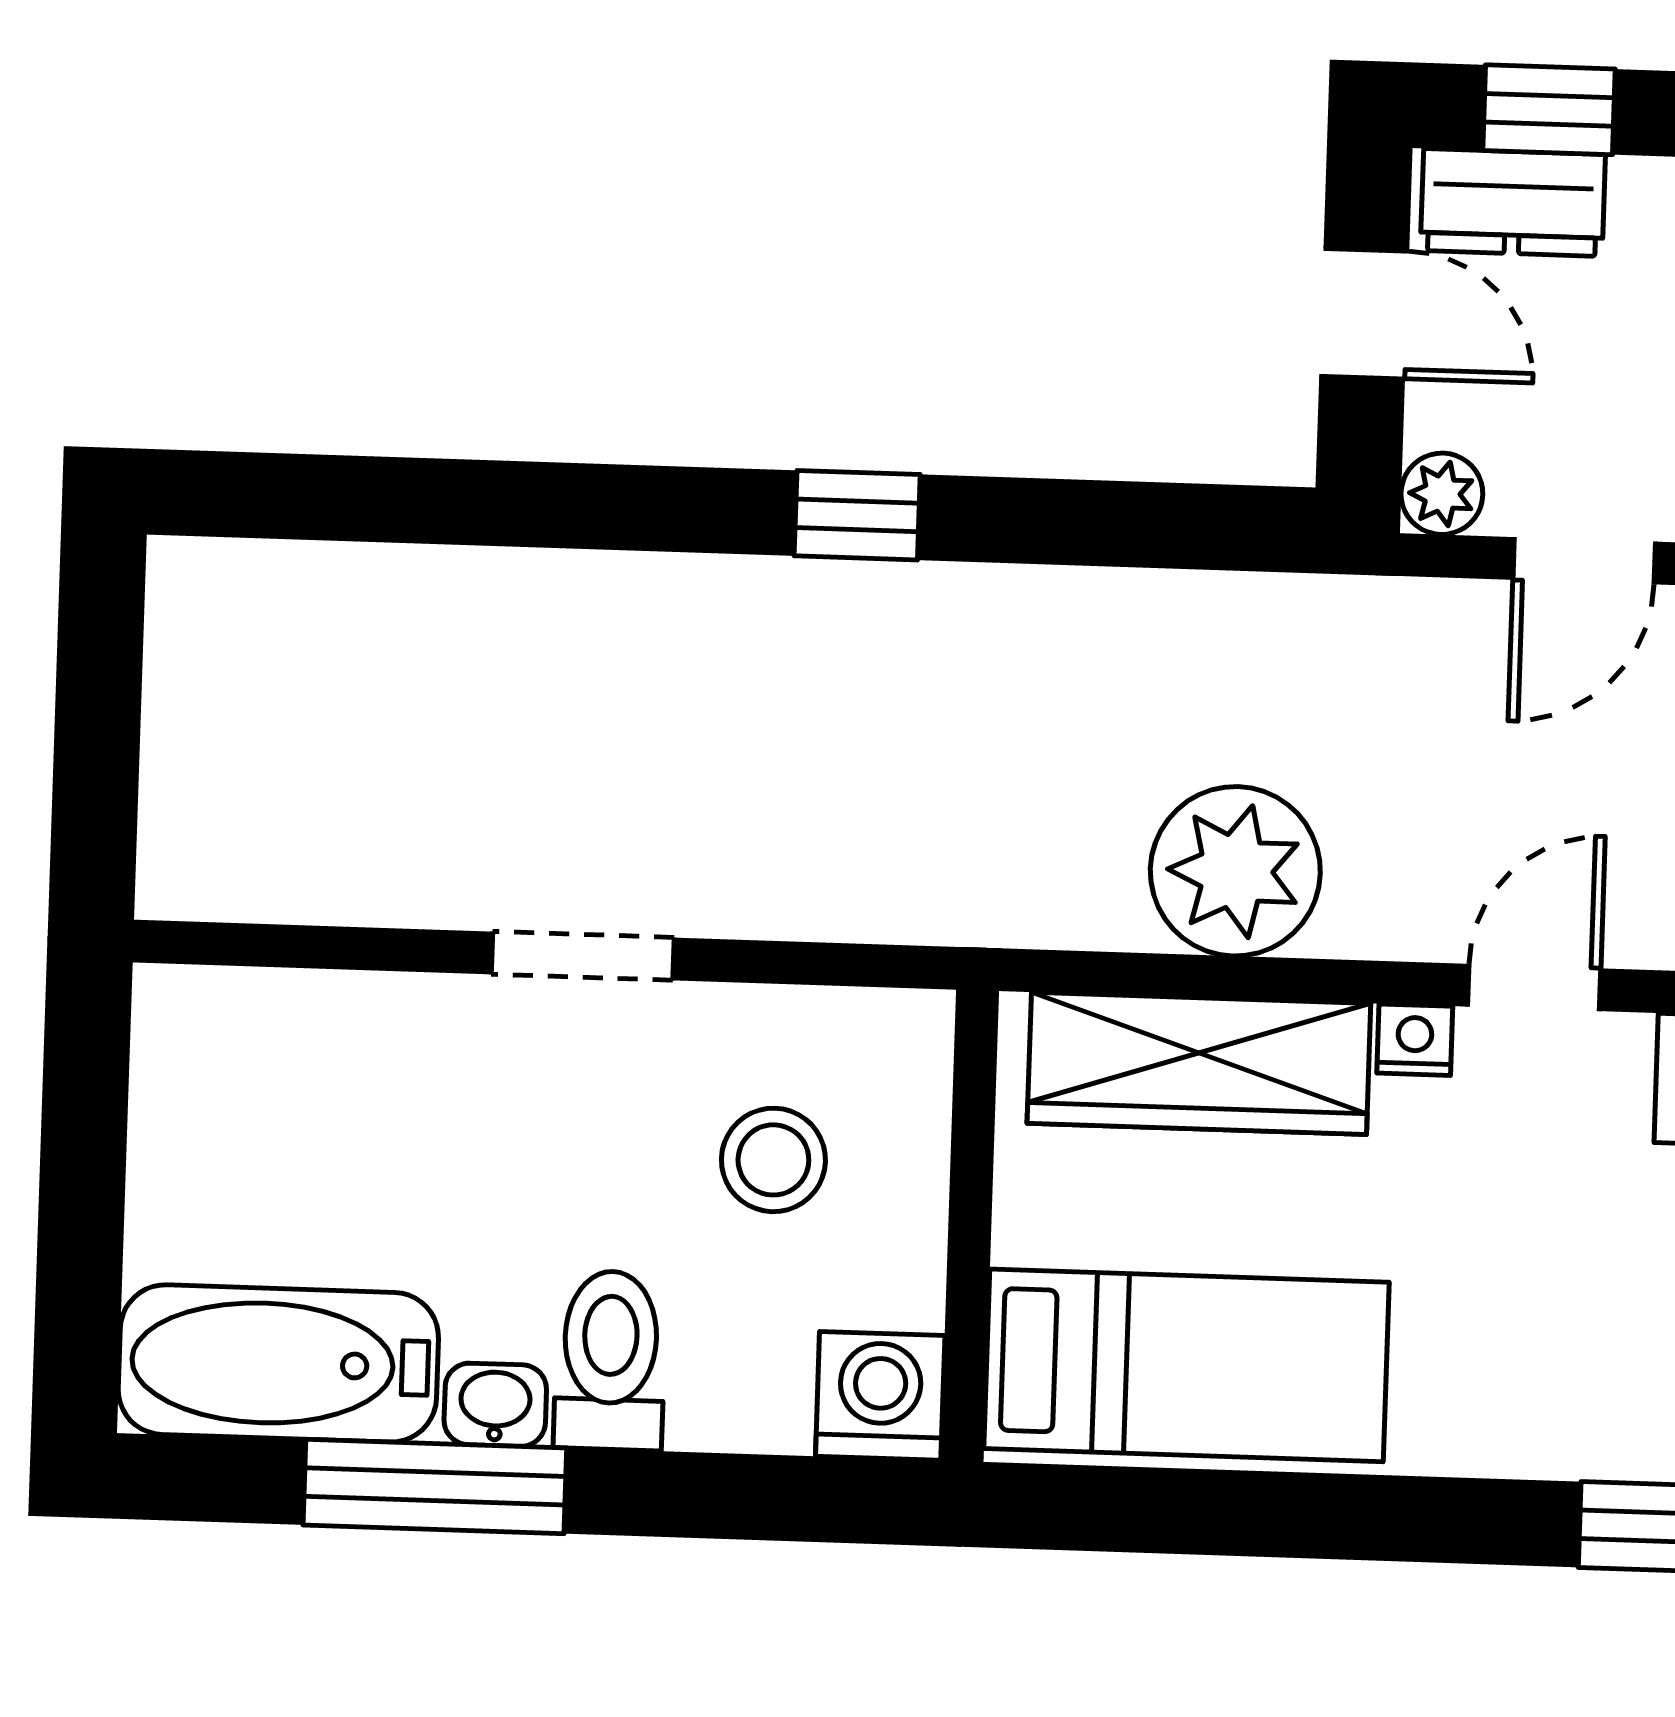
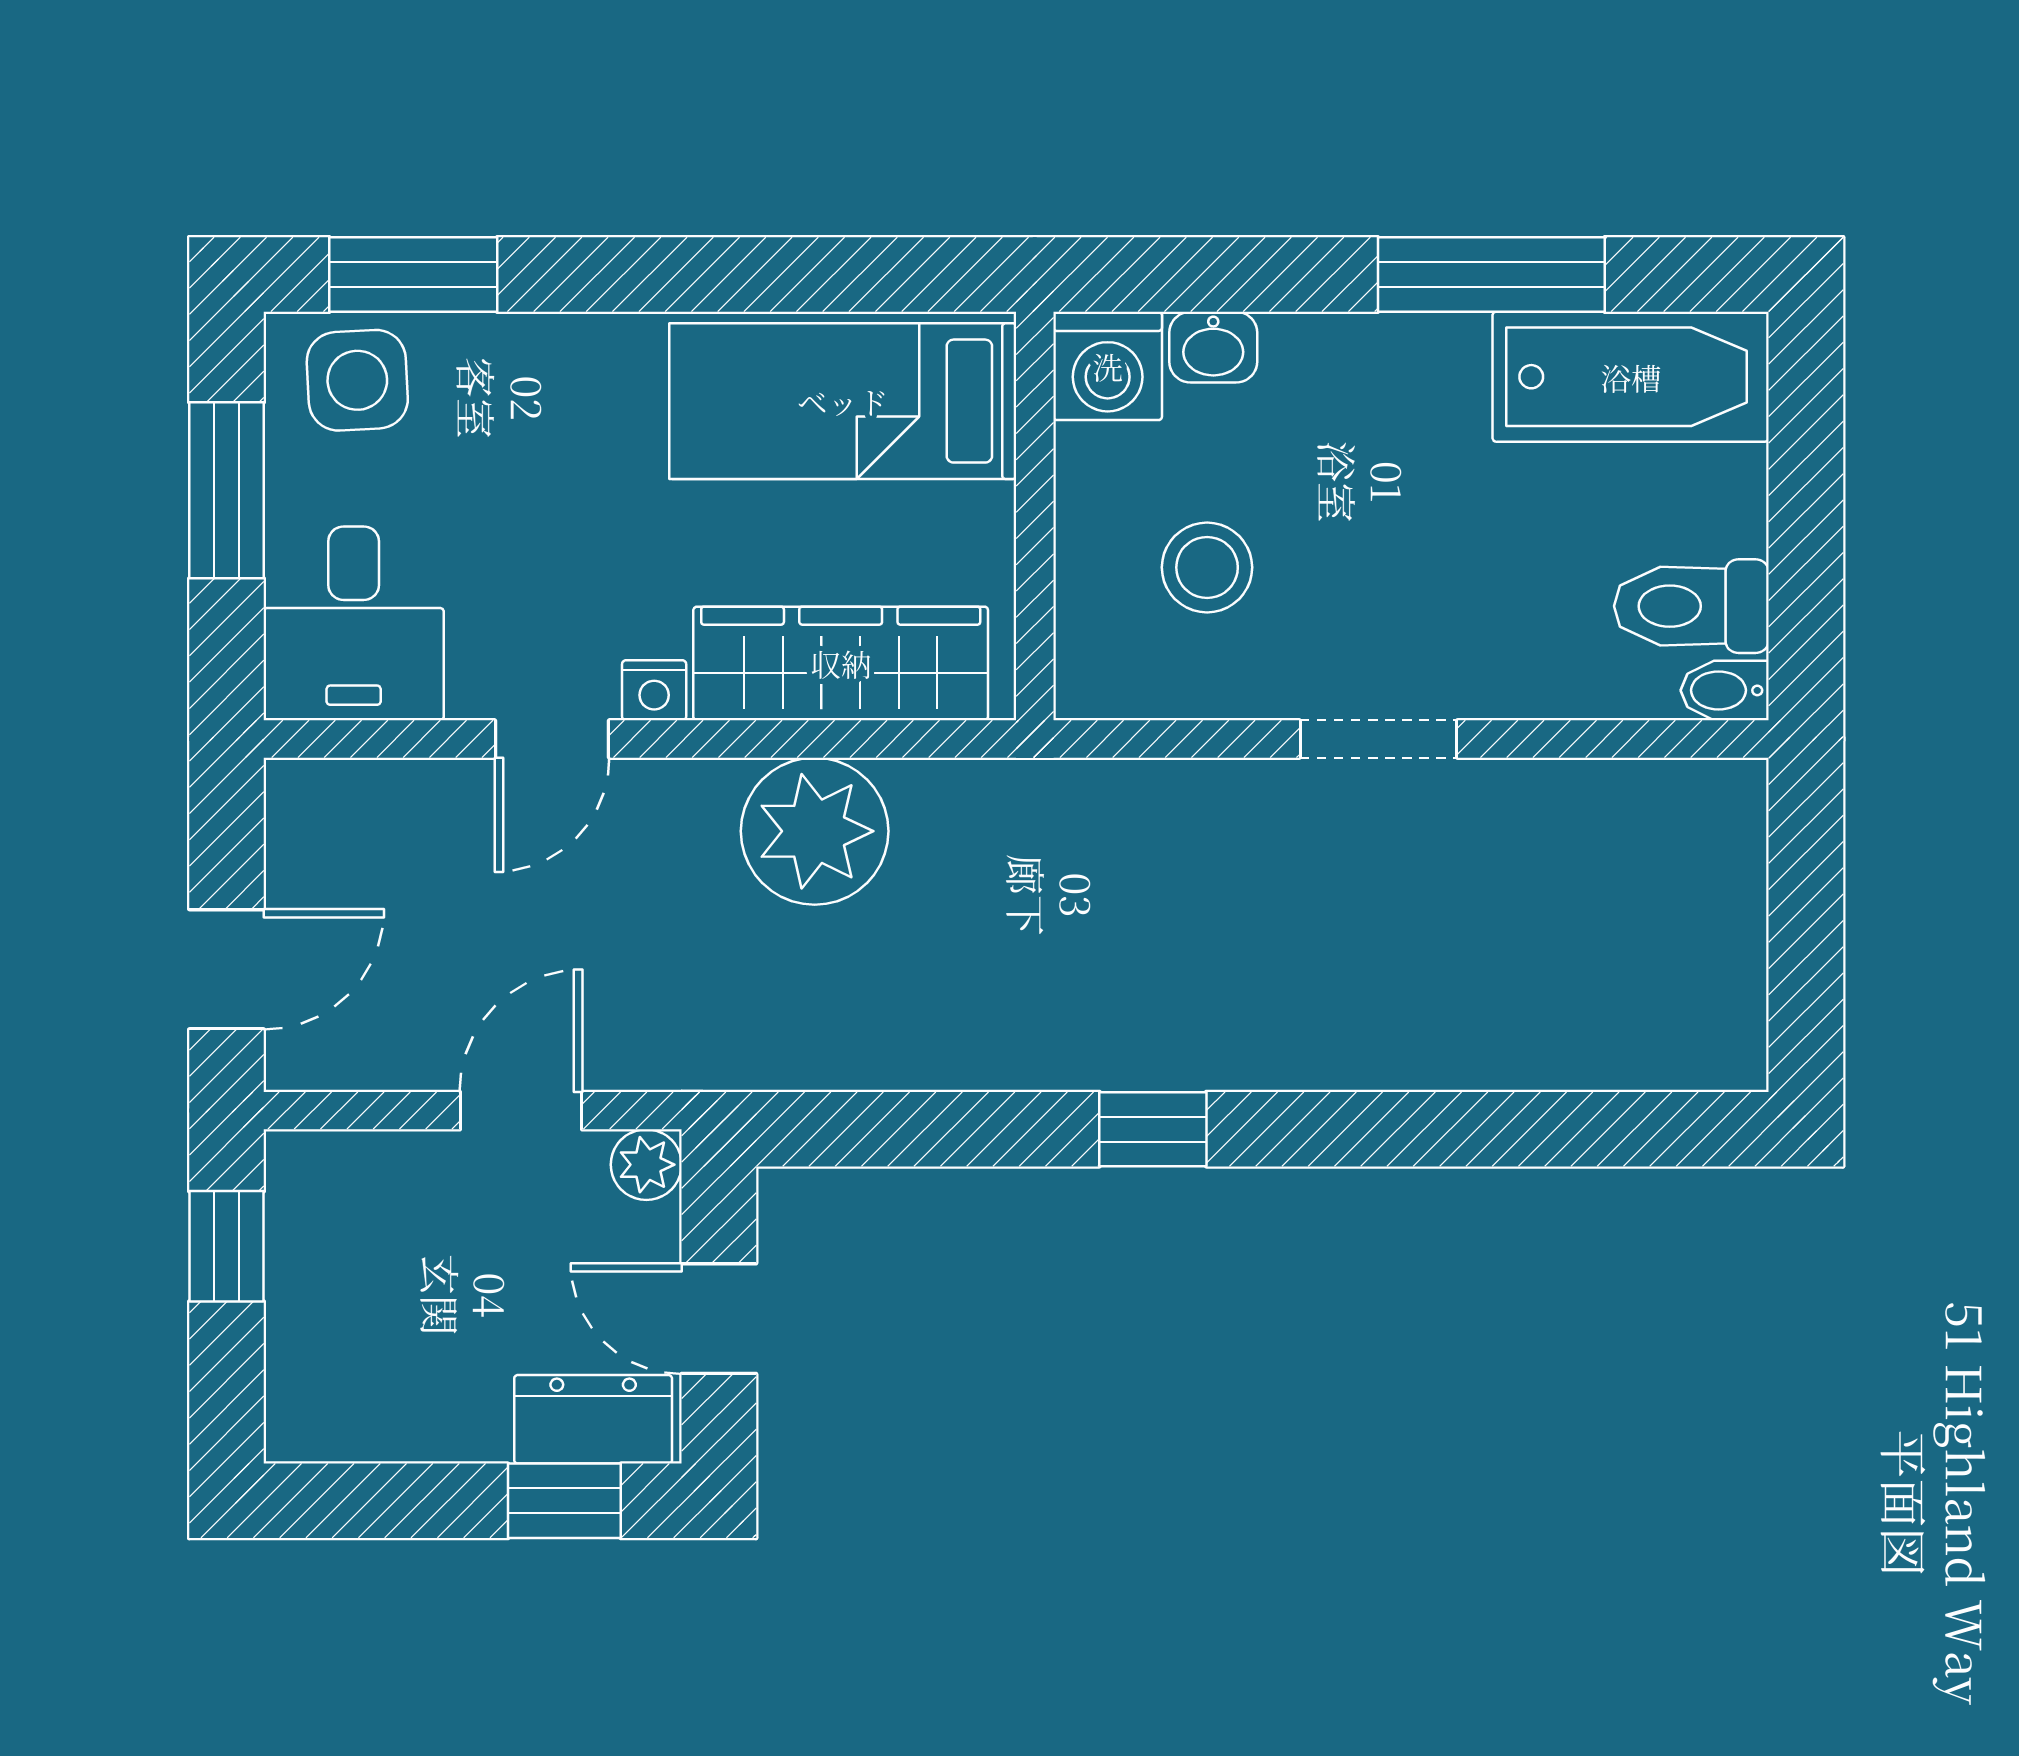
bidet: (182, 999) -> (1725, 690), added
toilet: (610, 1360) -> (1691, 606), moved, turned 90
washbasin: (495, 1405) -> (1213, 347), moved

